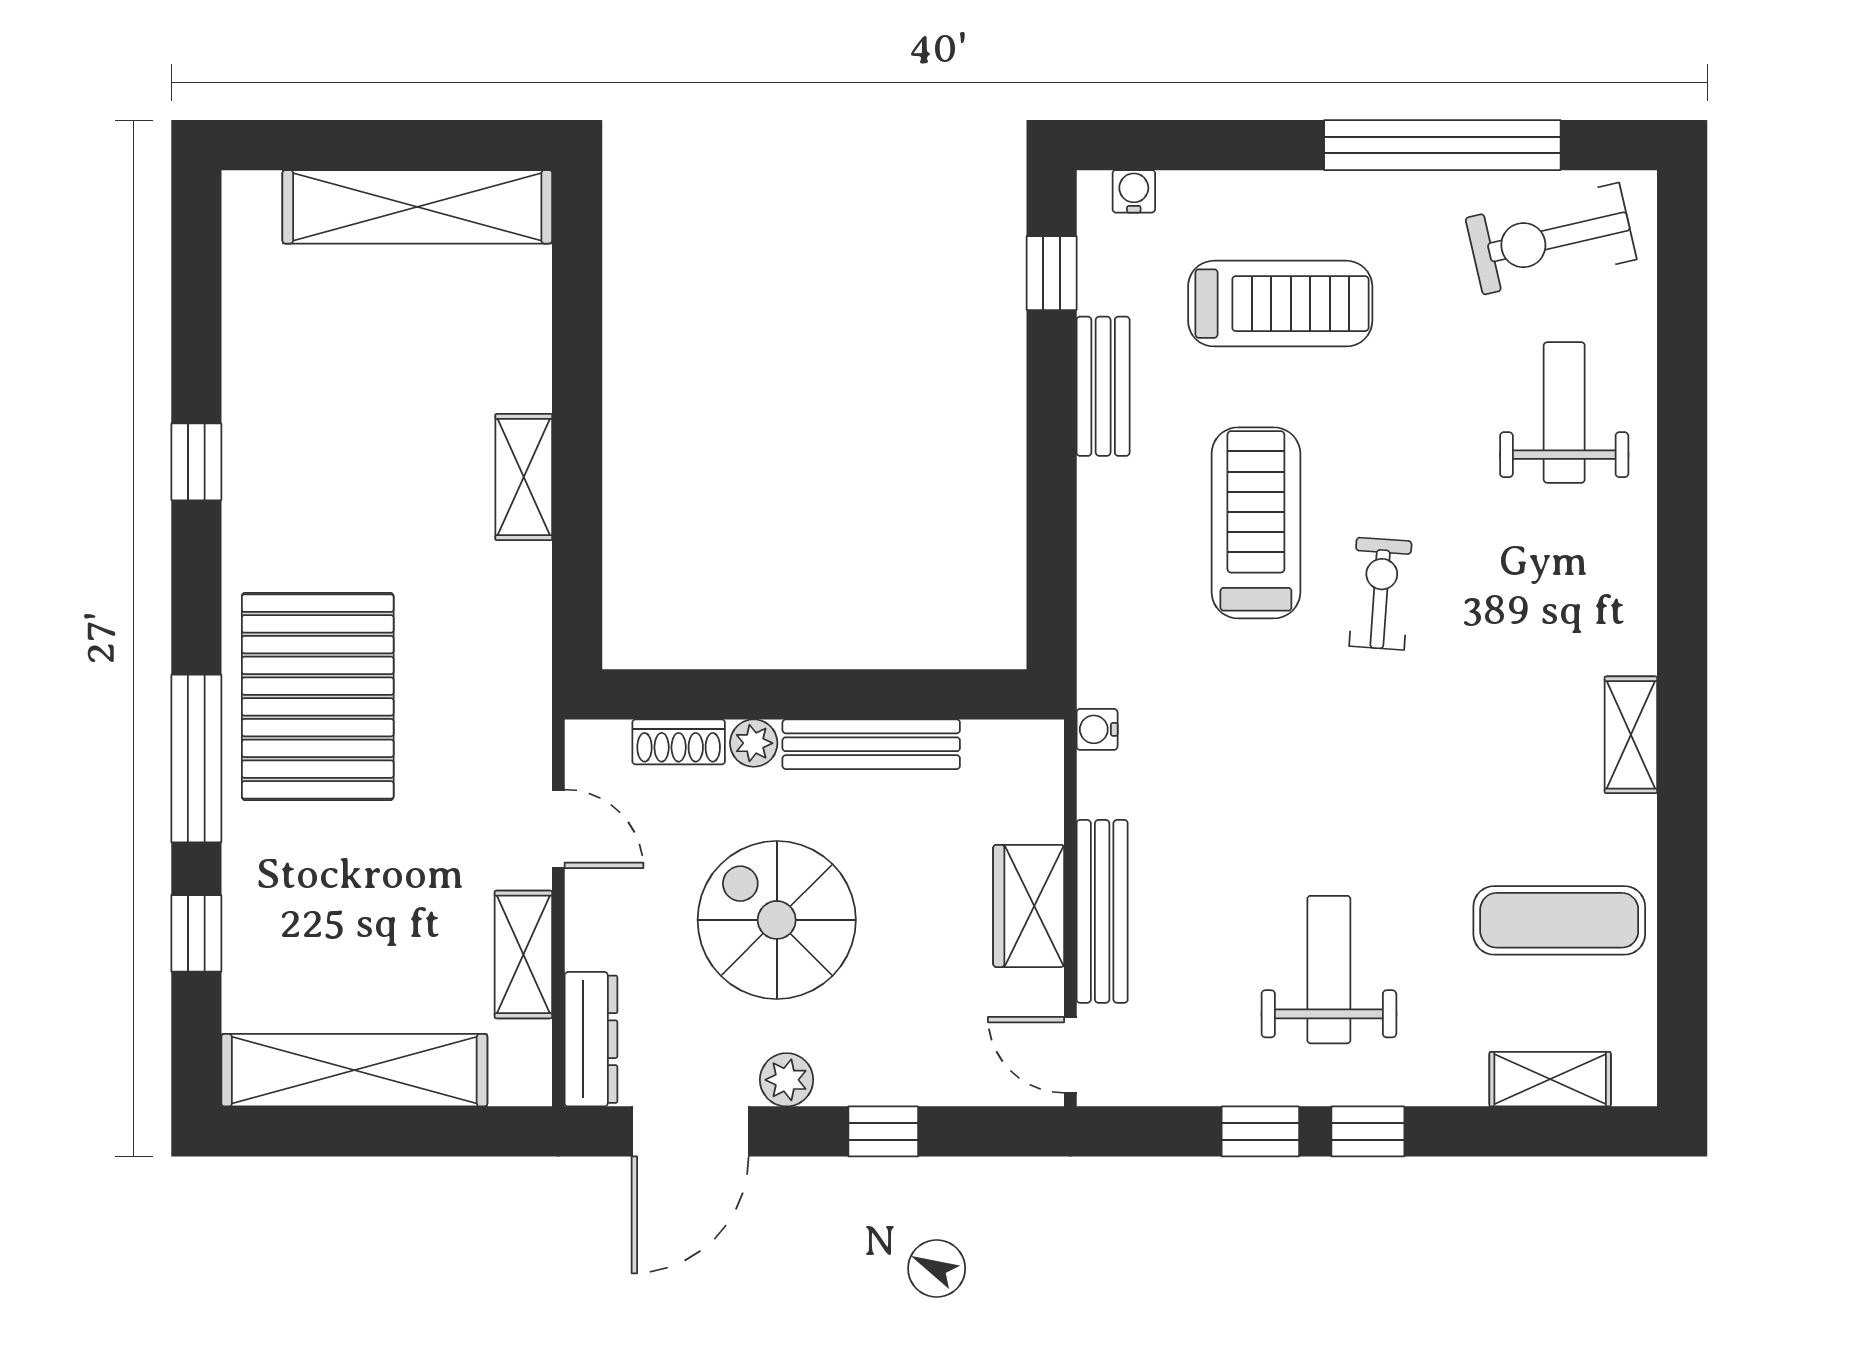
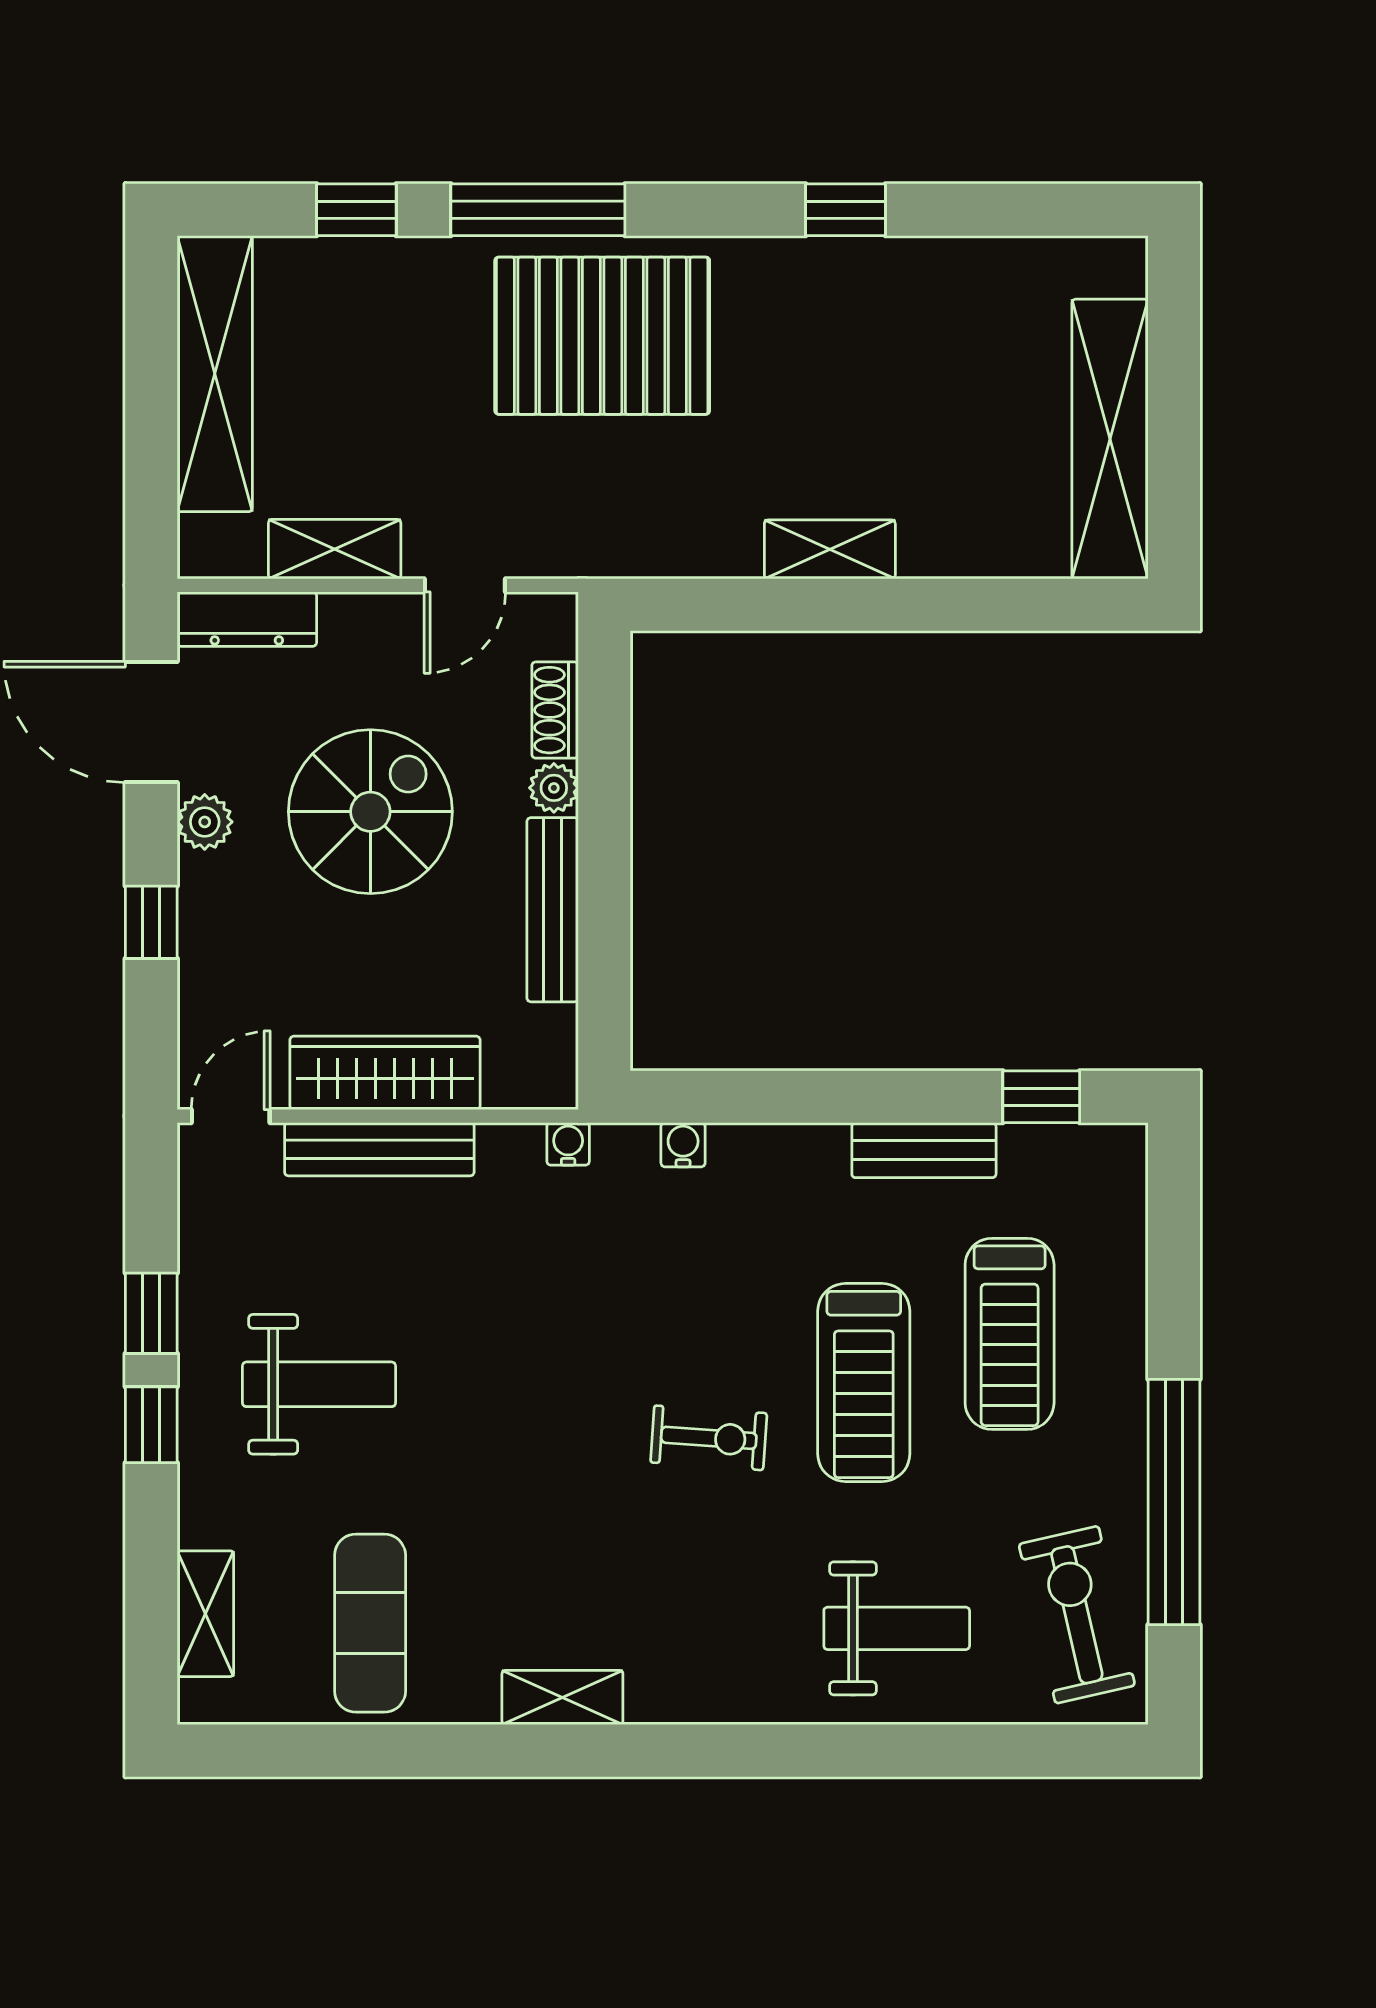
water cooler: (1134, 191) -> (683, 1145), moved, turned -90
treadmill: (1256, 523) -> (864, 1382), moved, turned 90
wardrobe: (1029, 906) -> (385, 1073), width x1.50

